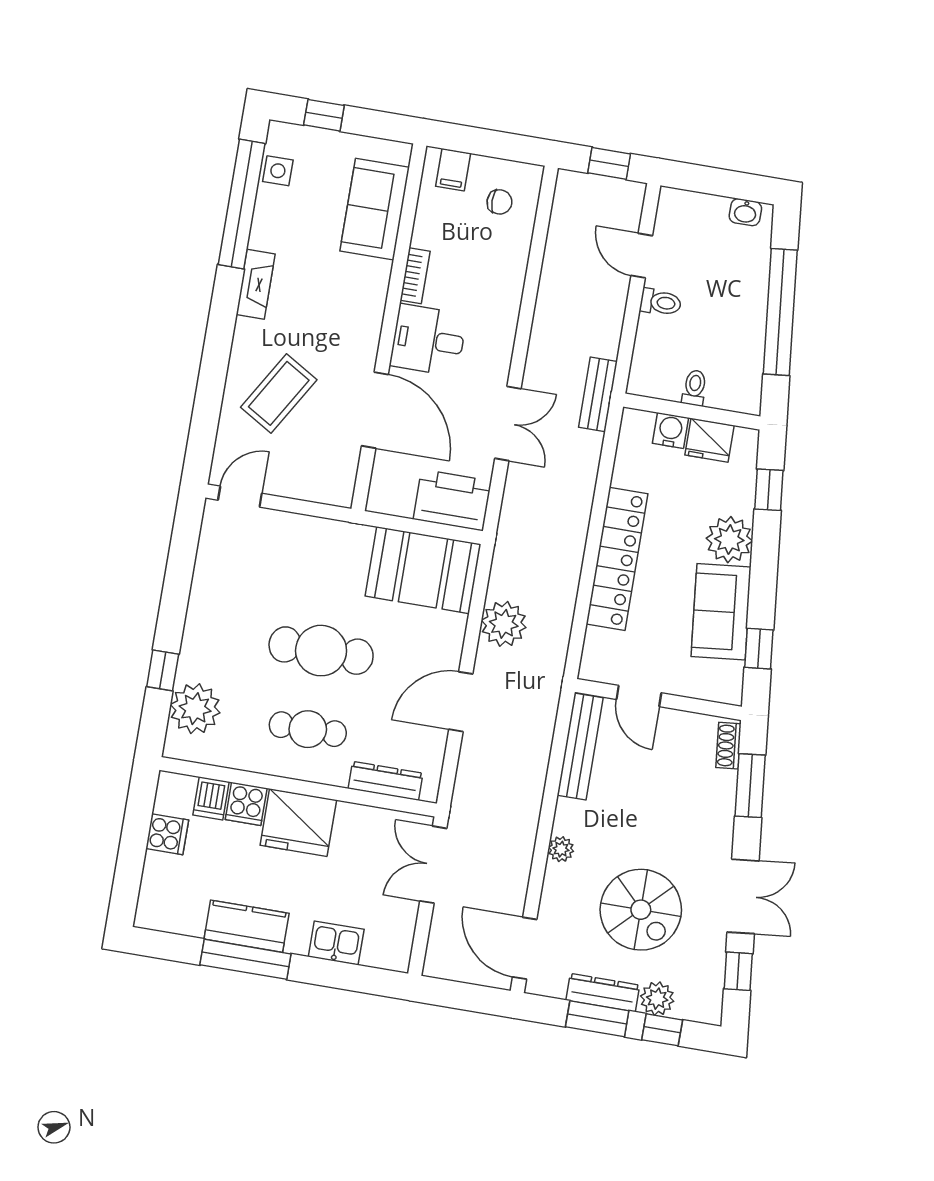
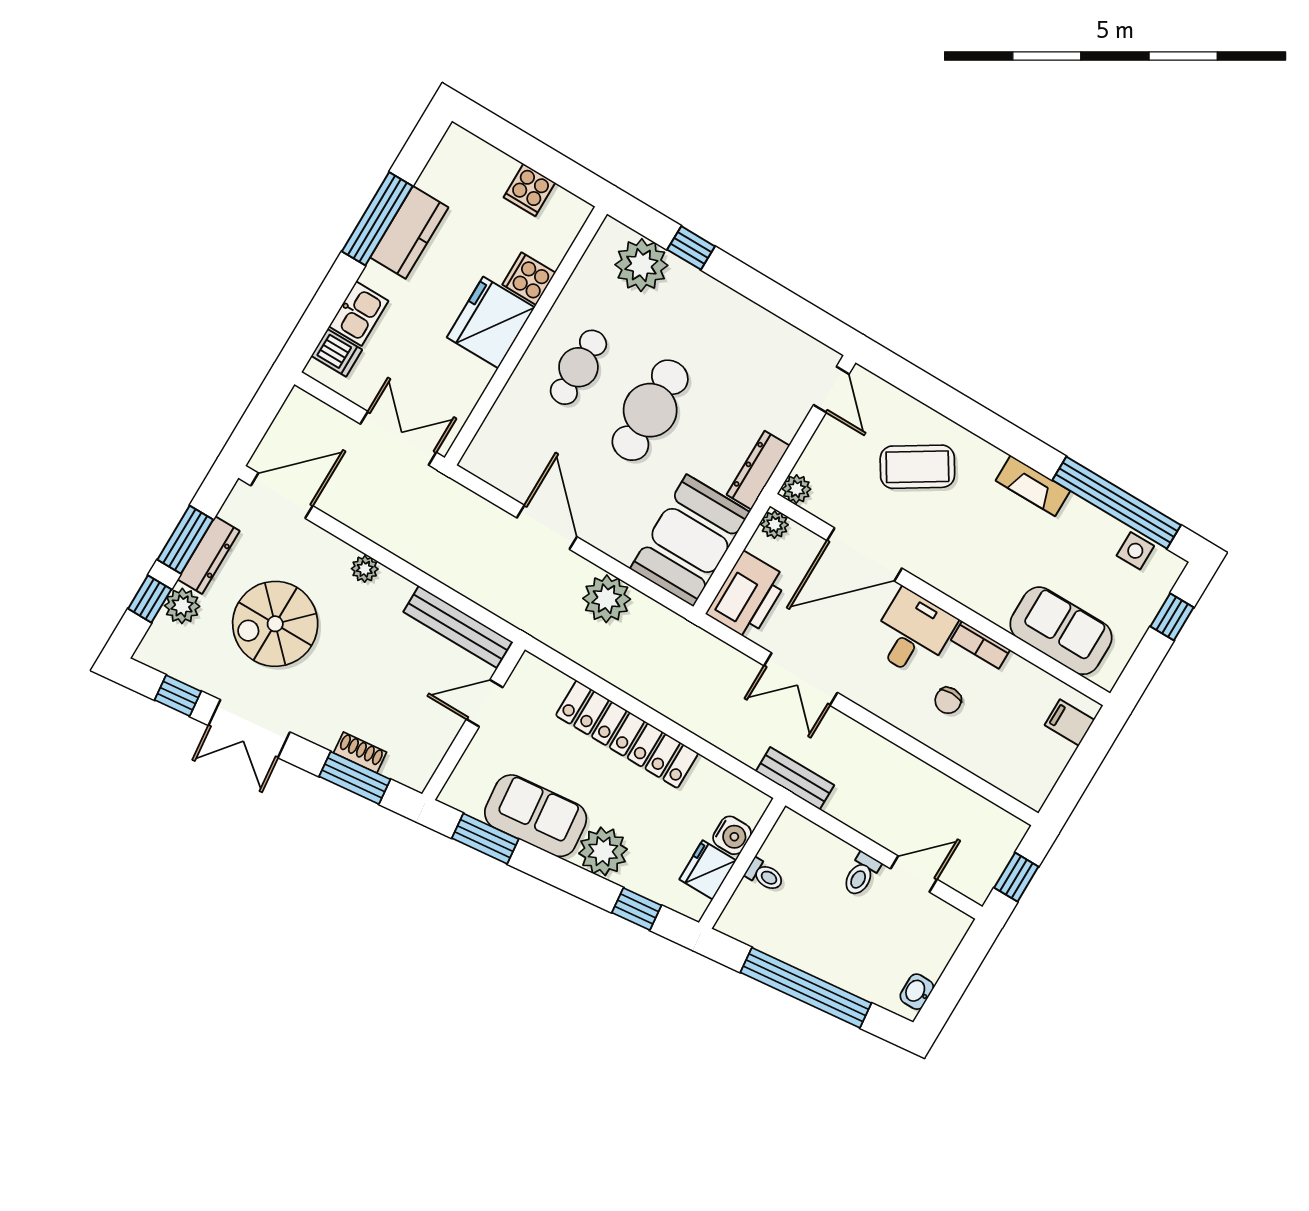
chair: (500, 202) -> (948, 700), moved
coffee table: (279, 393) -> (917, 467), turned -63
plant: (340, 493) -> (796, 489), added
plant: (380, 500) -> (775, 525), added
window: (759, 649) -> (485, 839), width x1.50
shoe rack: (728, 746) -> (360, 752), moved
dresser: (386, 781) -> (758, 470), moved, turned 180
dishwasher: (211, 798) -> (337, 353), moved, turned 180

